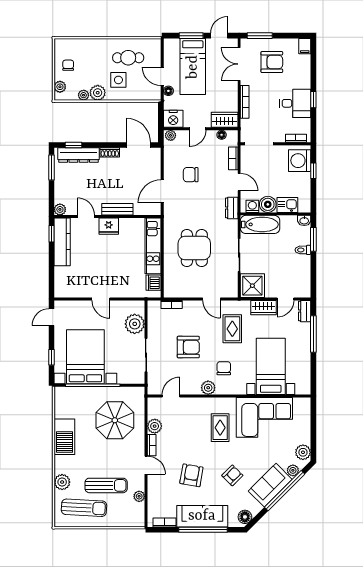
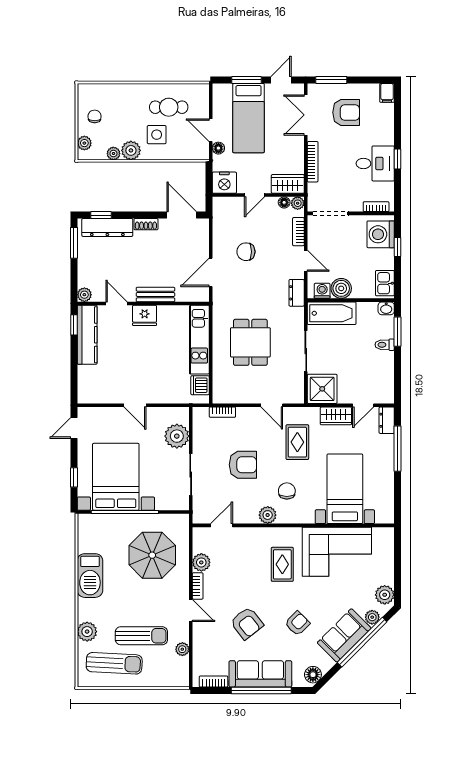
plant: (171, 135) -> (298, 203), moved
kitchen sink: (287, 205) -> (385, 283), moved, turned -90
armchair: (191, 475) -> (247, 623), turned 132

